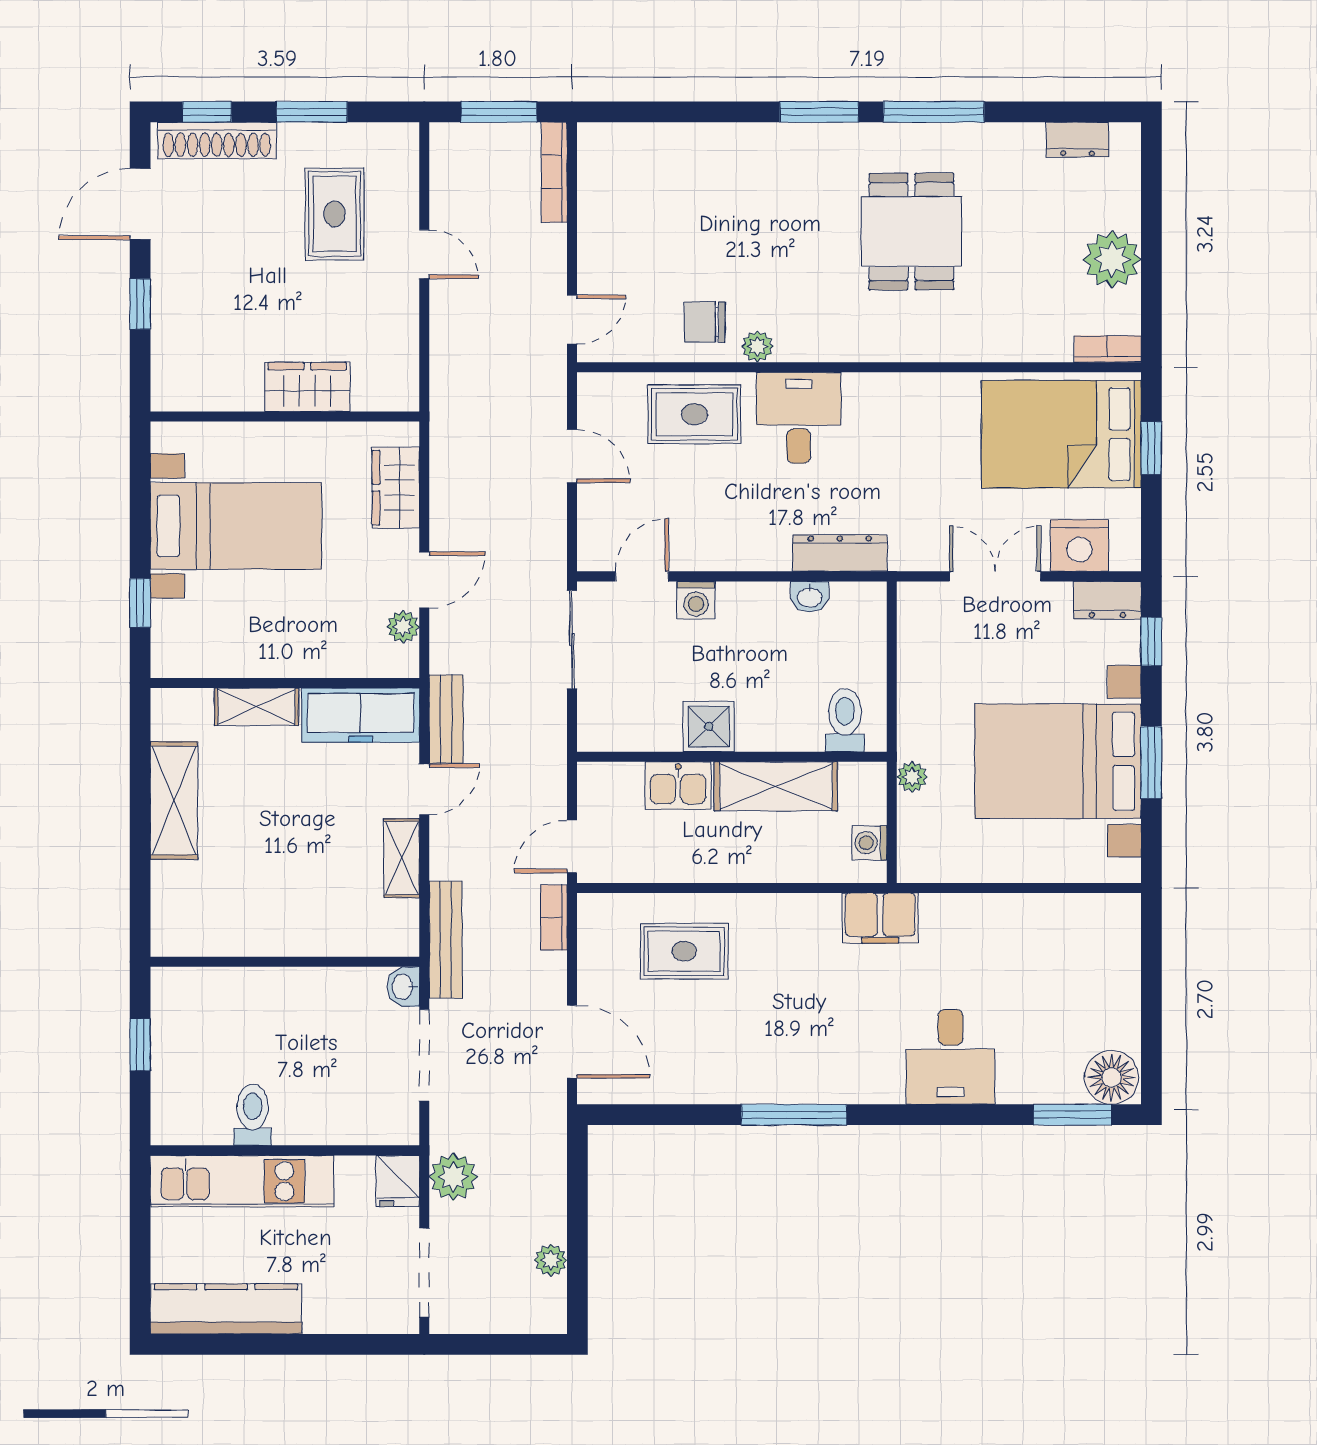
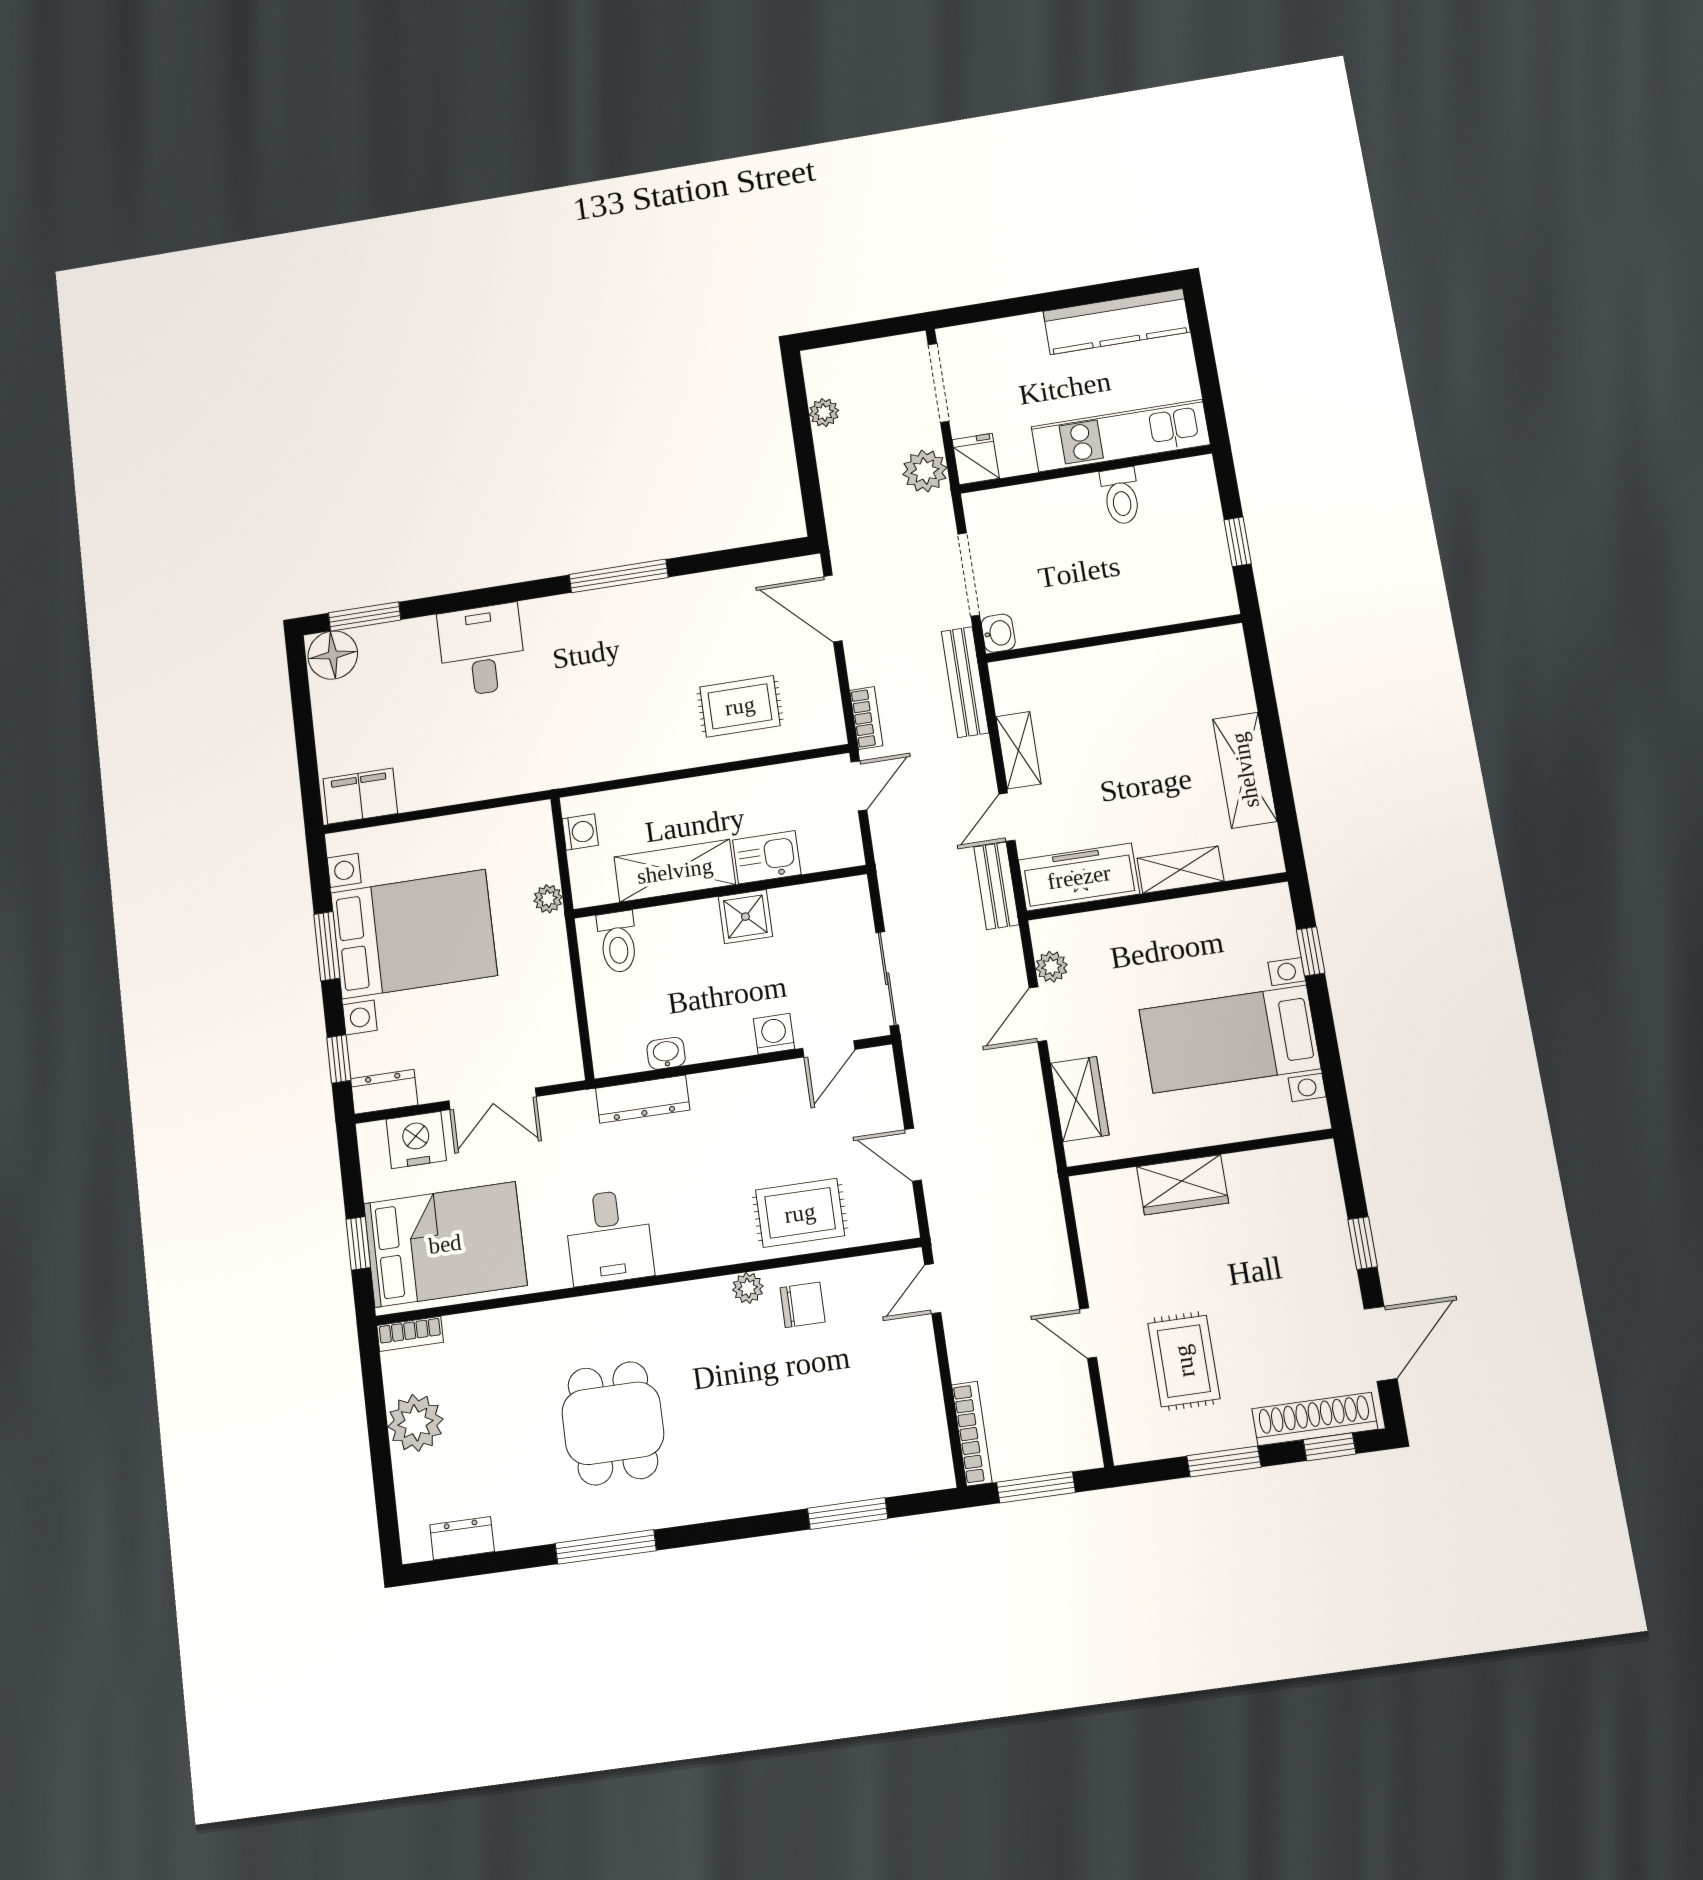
window: (819, 112) -> (848, 1513), moved
desk: (799, 418) -> (609, 1237), moved
filing cabinet: (880, 918) -> (360, 796), moved

